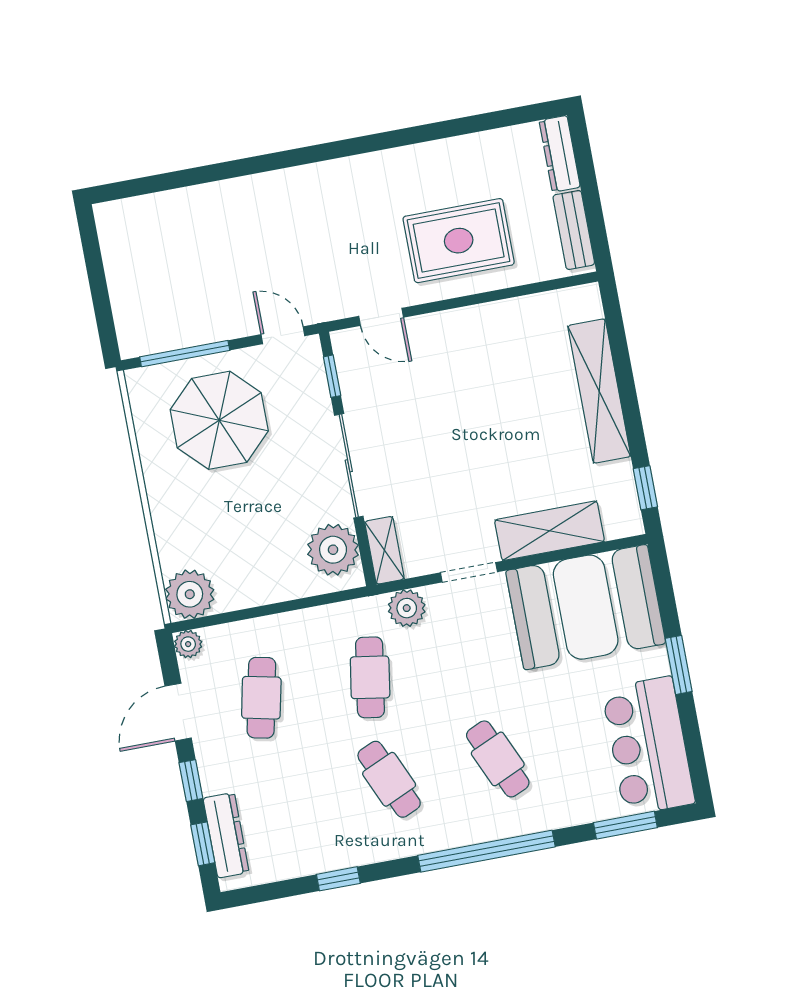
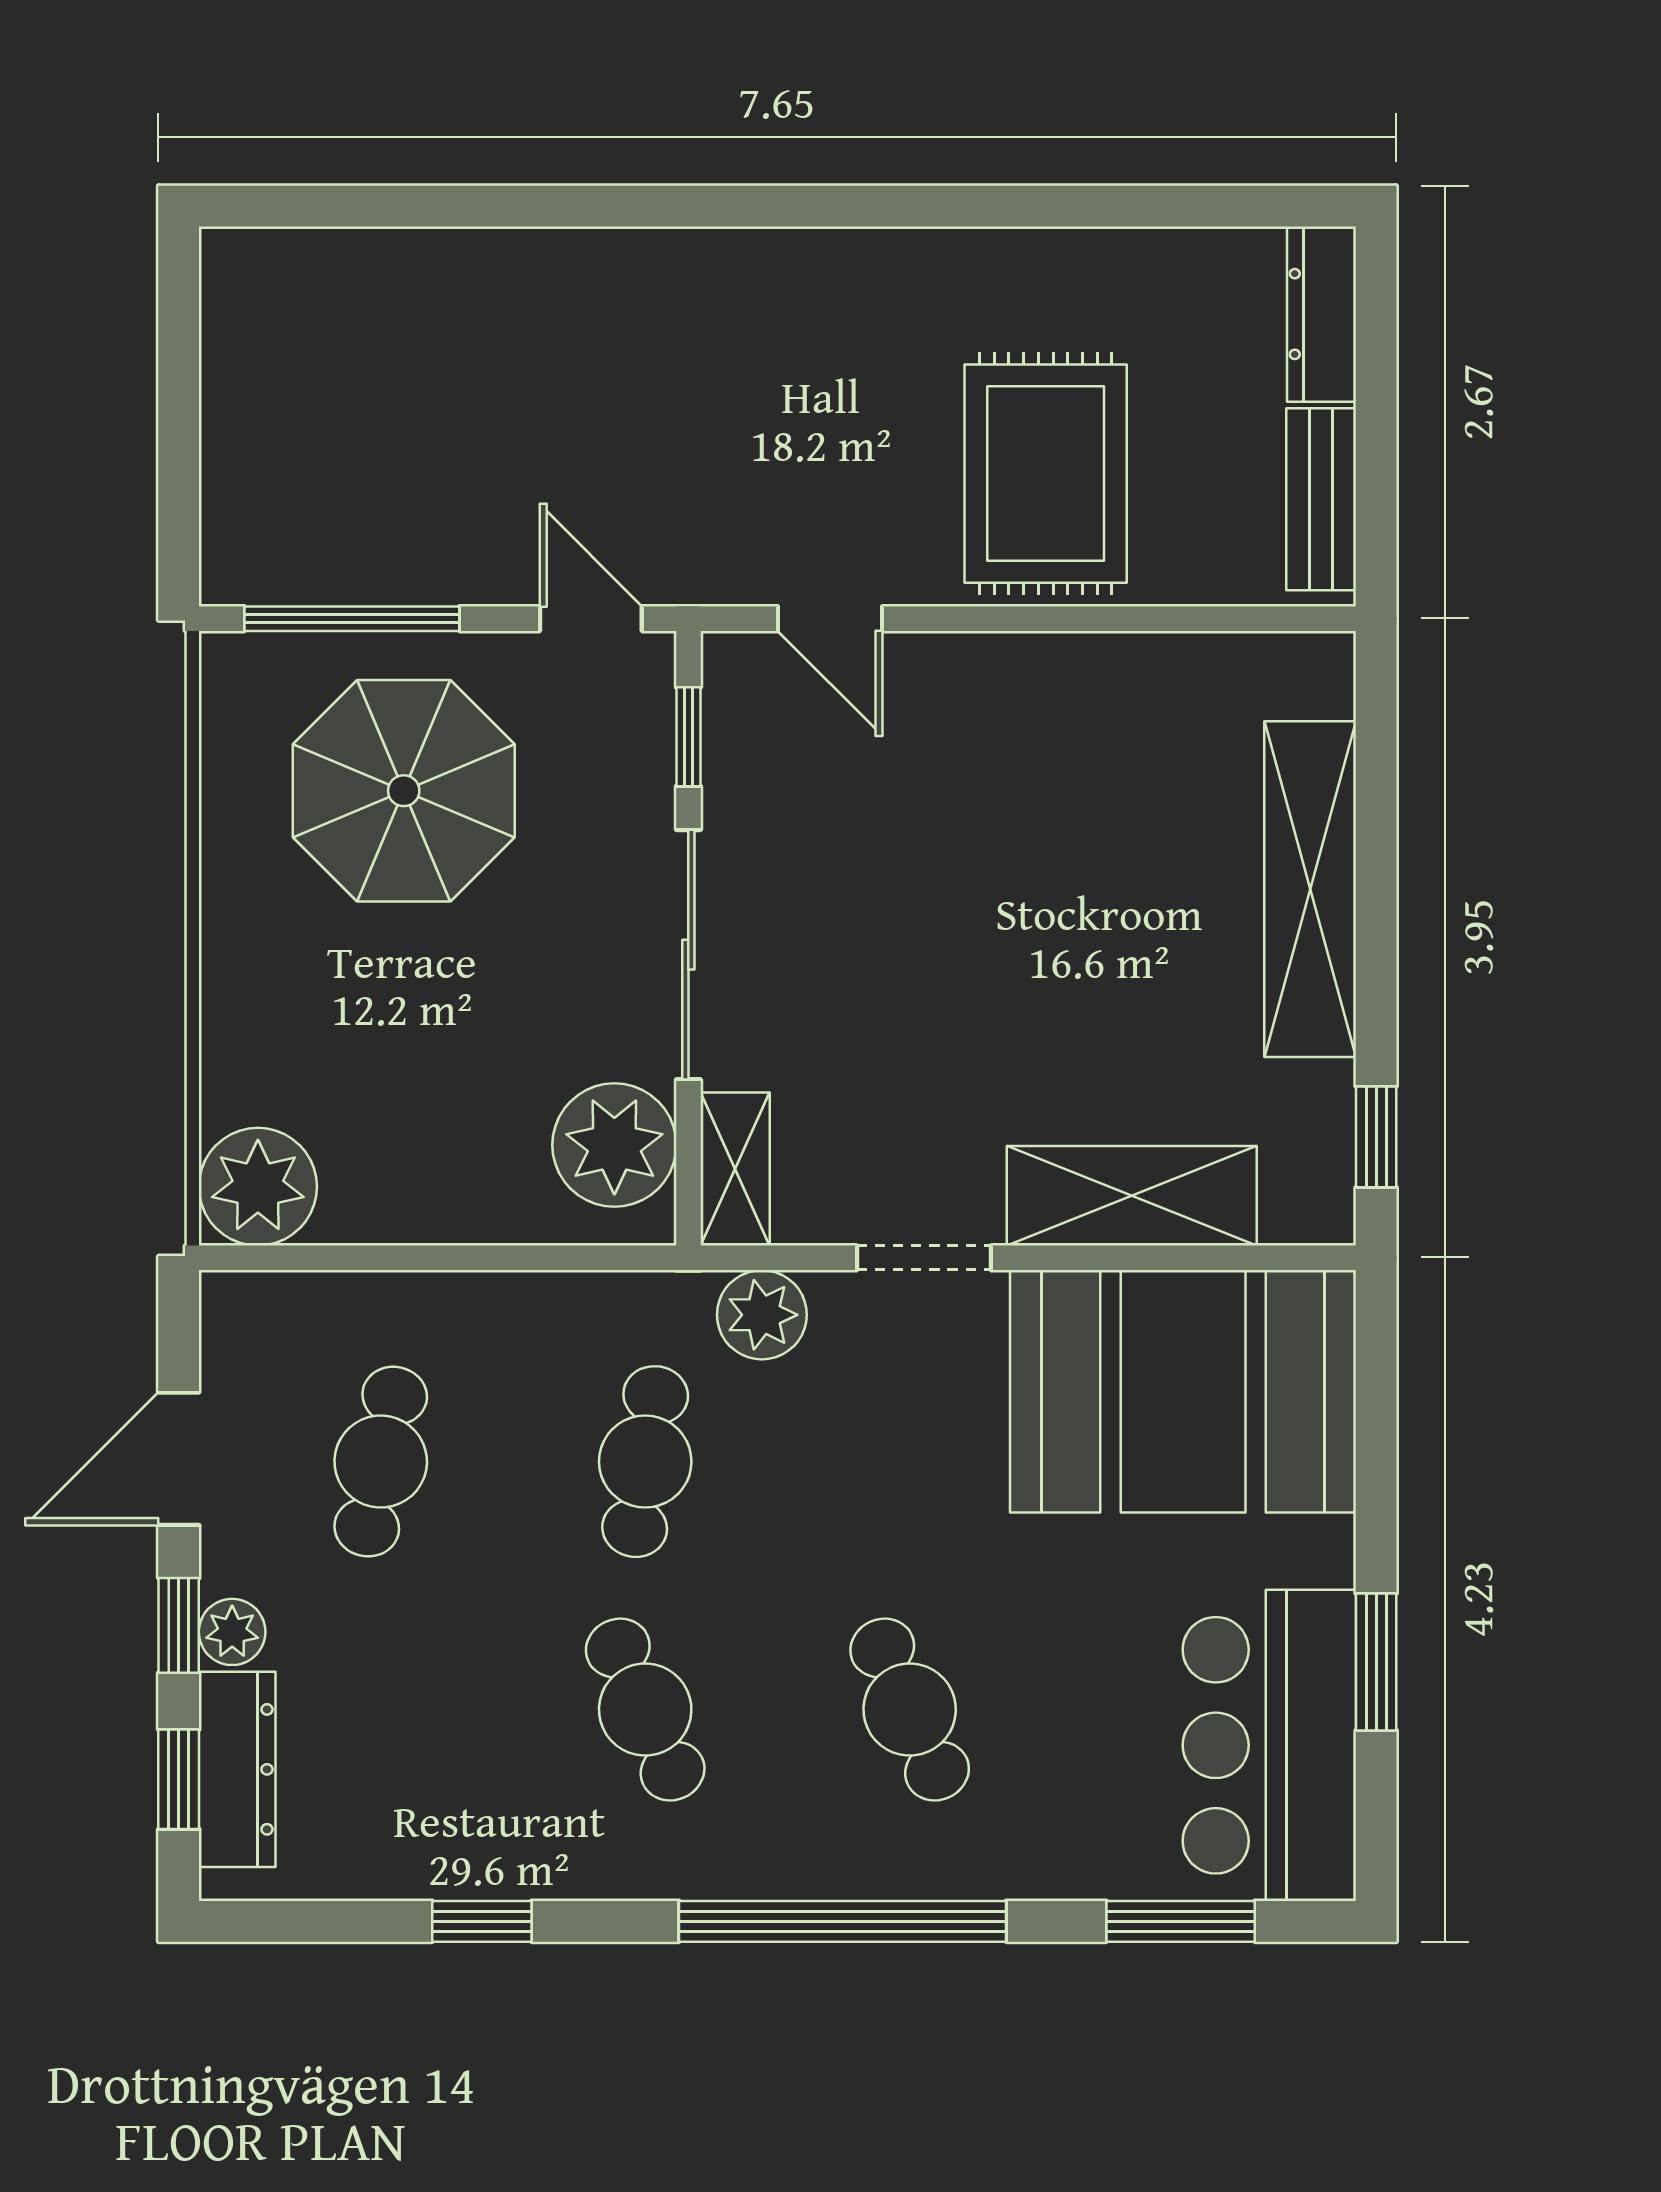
rug: (459, 241) -> (1046, 474), turned 90
plant: (188, 644) -> (232, 1632), moved
window: (679, 665) -> (1376, 1662), moved

